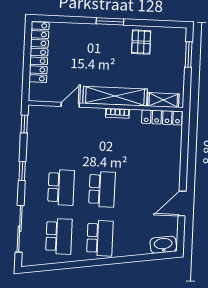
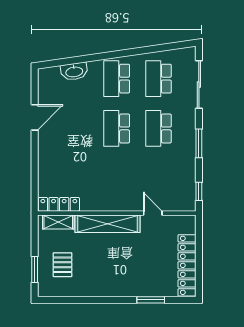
window: (110, 21) -> (151, 300), moved
pallet: (141, 42) -> (62, 265), moved
door: (70, 105) -> (153, 213), swing flipped
bookcase: (117, 113) -> (104, 207), removed
window: (22, 171) -> (199, 143), width x1.50
washbasin: (163, 245) -> (74, 71), moved

